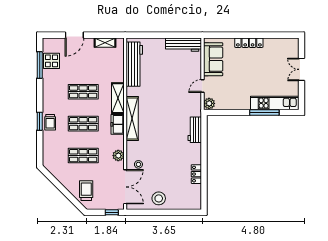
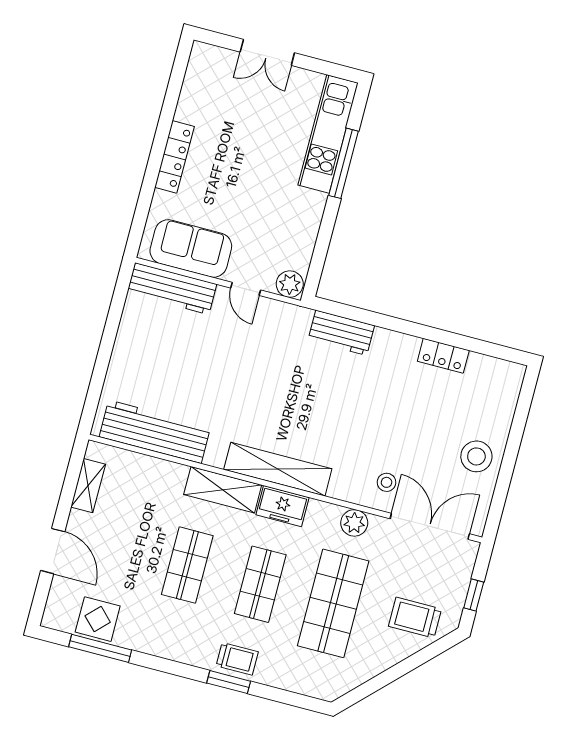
workbench: (183, 45) -> (172, 289), moved, turned 90
shop shelf: (83, 156) -> (333, 603), width x1.43, depth x1.36
window: (112, 212) -> (474, 595), moved

